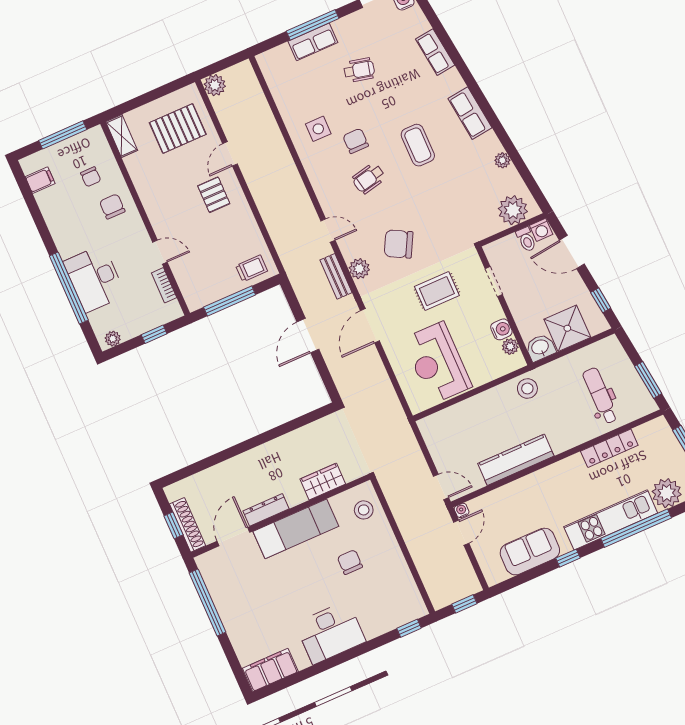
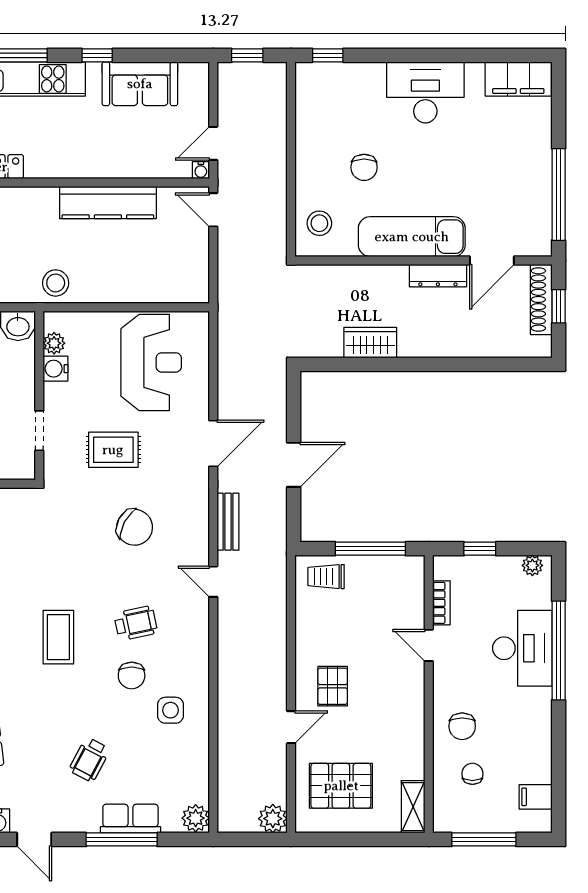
wheelchair: (359, 70) -> (89, 760), turned -75
plant: (359, 269) -> (196, 818), moved
wardrobe: (323, 481) -> (370, 343), moved, turned 180

